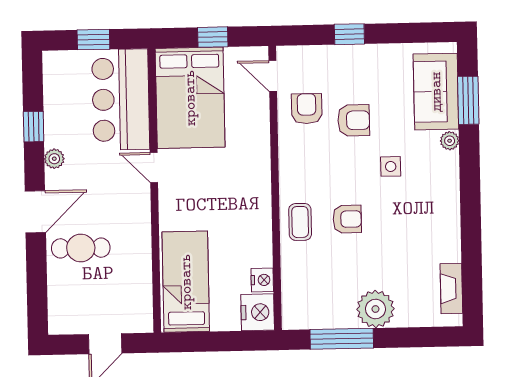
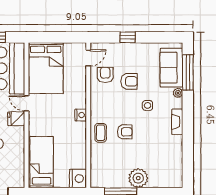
window: (213, 37) -> (58, 37), removed
door: (273, 76) -> (88, 58), swing flipped
window: (468, 100) -> (188, 72), width x1.44
fridge: (134, 198) -> (16, 119), added
nightstand: (262, 280) -> (81, 115), moved
fireplace: (451, 289) -> (177, 122), moved

